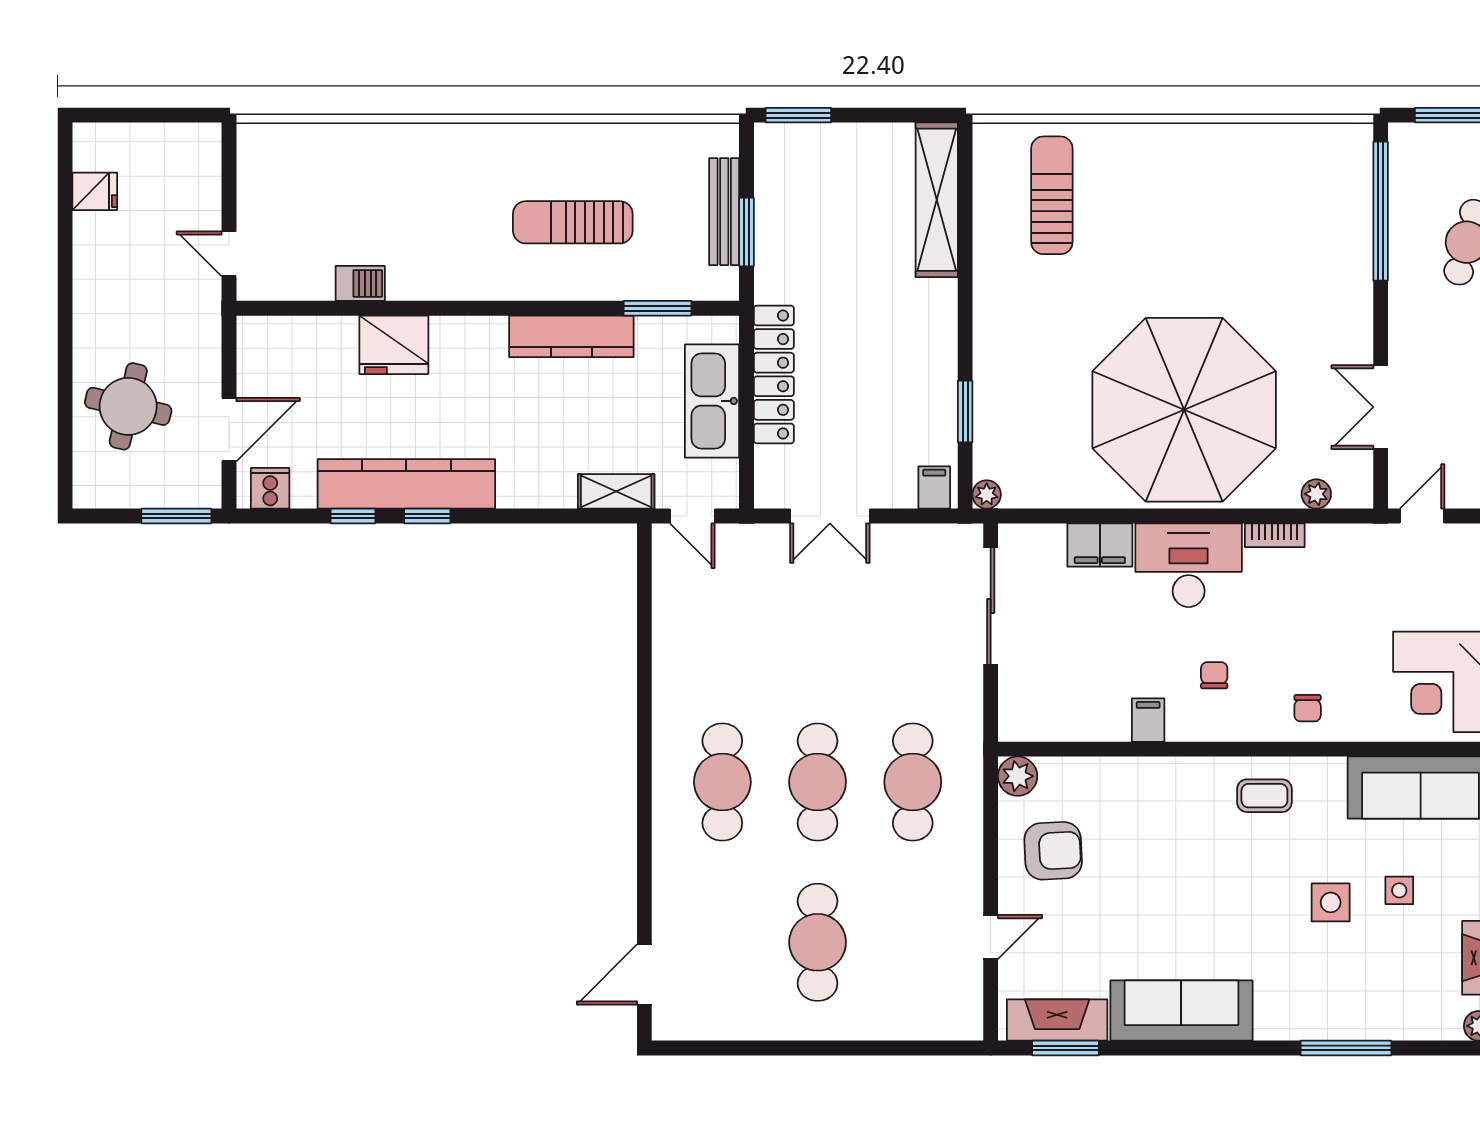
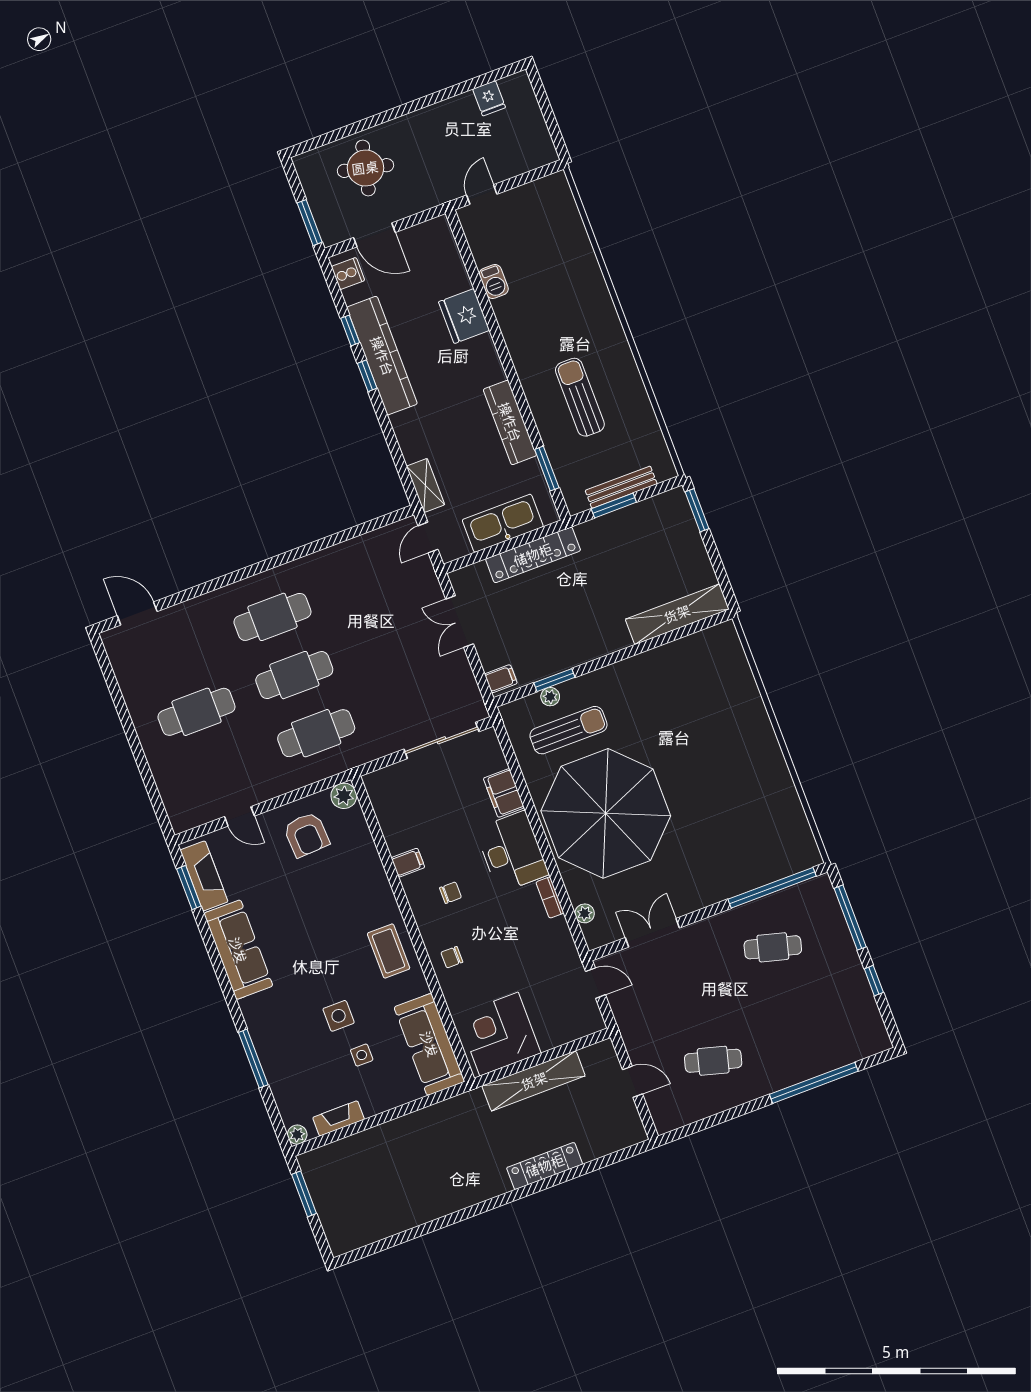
sun lounger: (1052, 195) -> (568, 730), moved
plant: (987, 494) -> (550, 697), moved
coffee table: (1264, 796) -> (389, 951), width x1.36, depth x1.30

